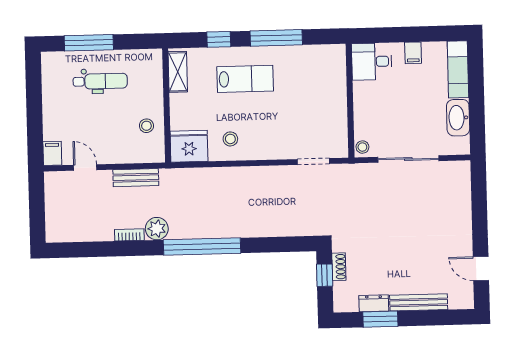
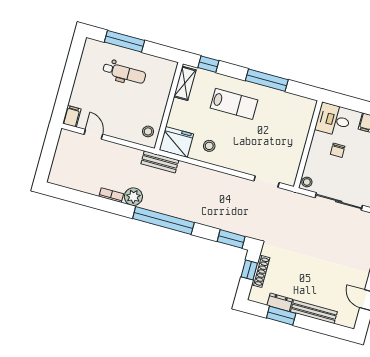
window: (219, 39) -> (208, 64), moved
chair: (388, 97) -> (338, 150), added
stool: (146, 126) -> (148, 131), moved
bench: (136, 178) -> (160, 162), moved
window: (291, 244) -> (231, 239), added
shoe rack: (339, 267) -> (261, 271), width x1.43

